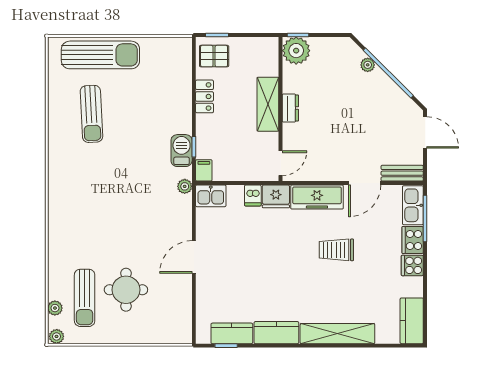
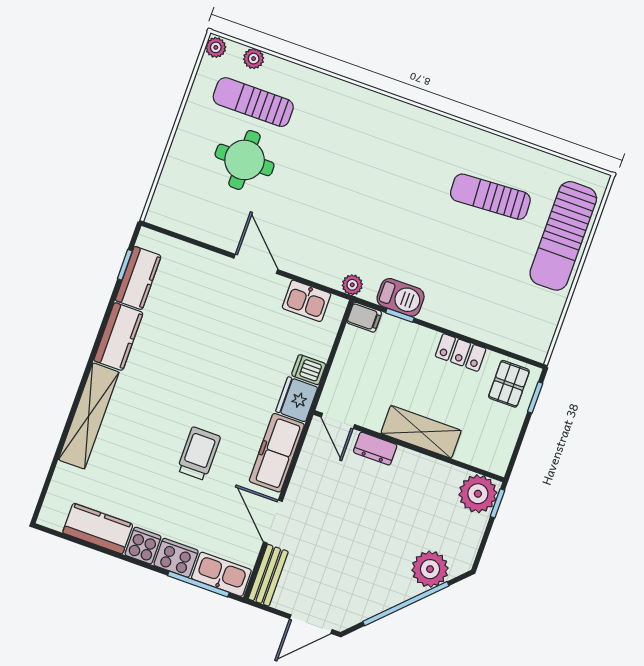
plant: (368, 65) -> (430, 569), width x1.88, depth x1.88
dresser: (290, 108) -> (375, 449), moved
kitchen sink: (211, 196) -> (307, 301), moved, turned -90
kitchen counter: (412, 321) -> (98, 529), moved

